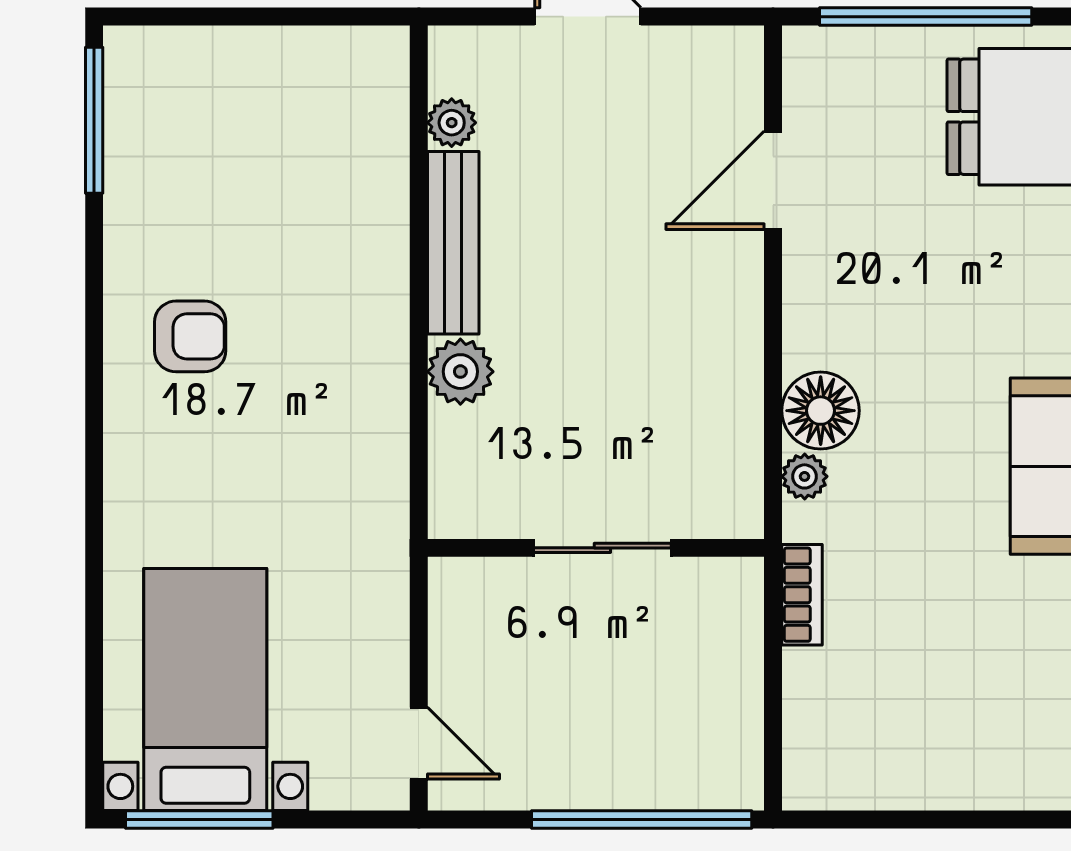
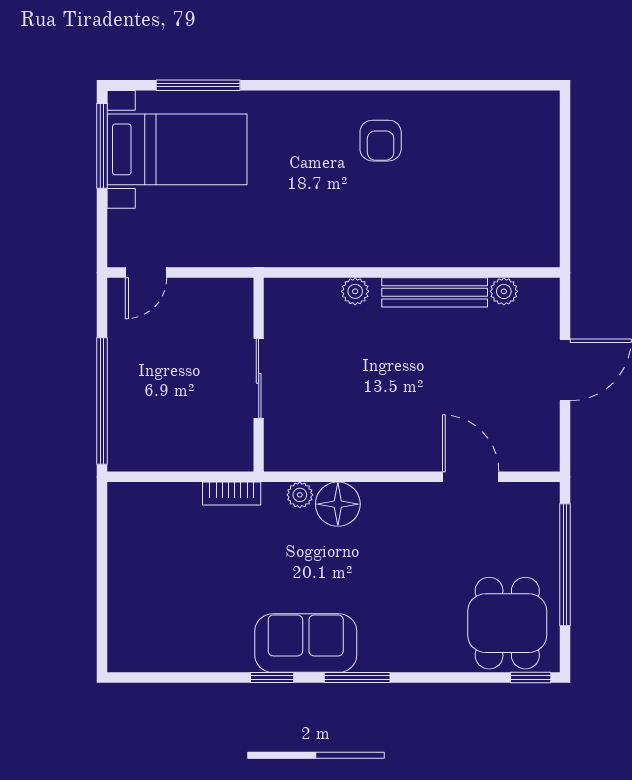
window: (94, 120) -> (198, 85), moved
plant: (460, 372) -> (355, 291), width x0.73, depth x0.73

